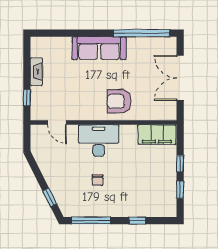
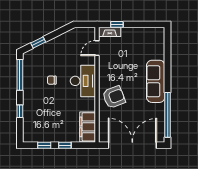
fireplace: (36, 72) -> (110, 32), moved
double door: (180, 78) -> (132, 145), width x1.36
armchair: (119, 101) -> (114, 97), turned 69

